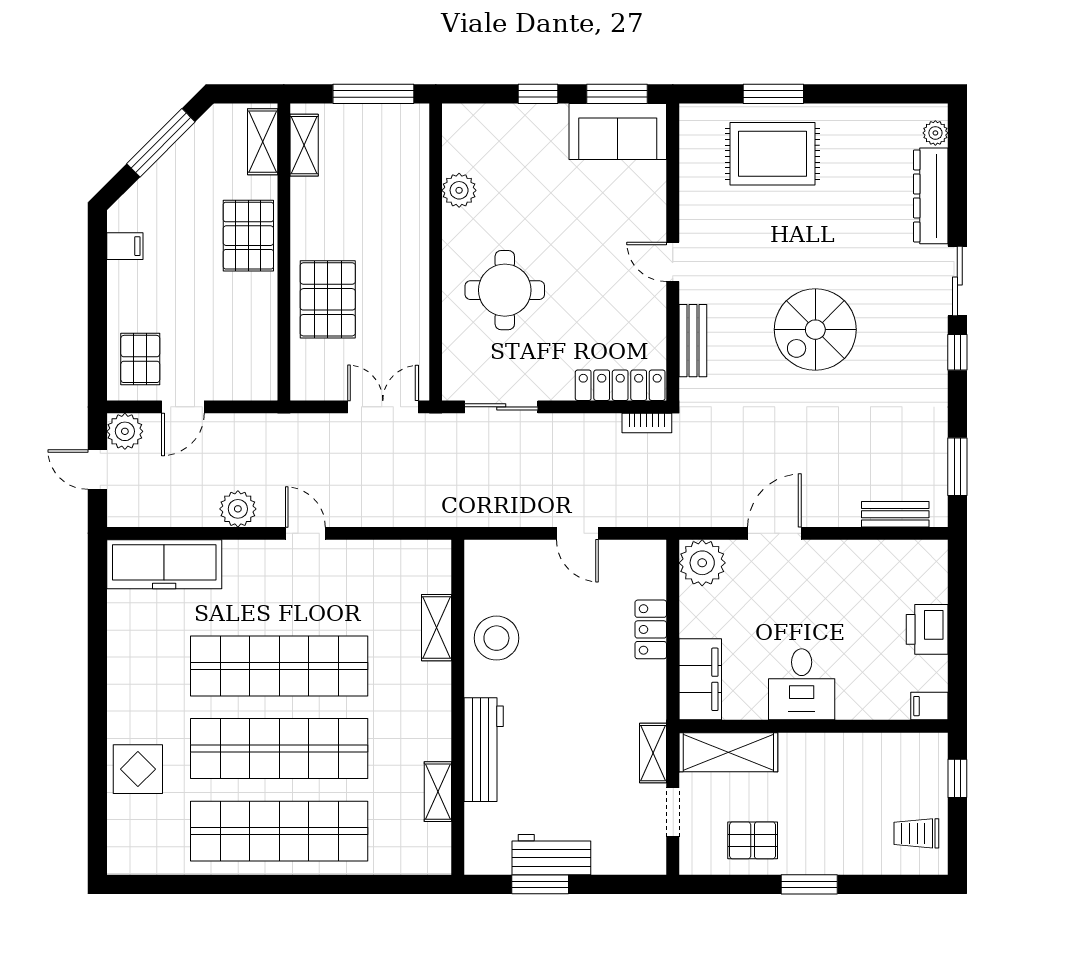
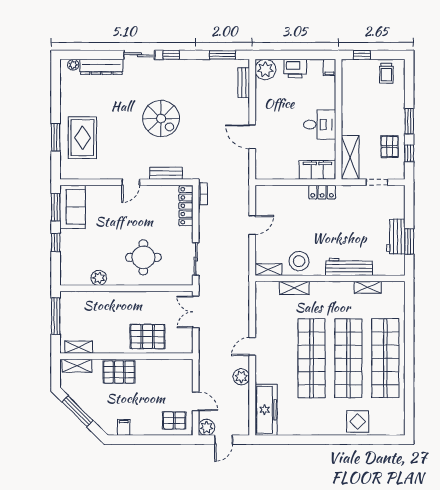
plant: (702, 563) -> (265, 70), moved
locker: (651, 629) -> (322, 192), moved
shelving: (653, 753) -> (268, 270), moved
window: (738, 884) -> (409, 153), added

